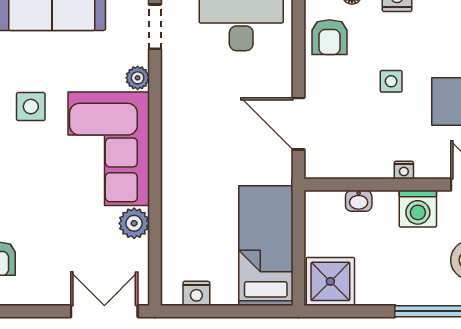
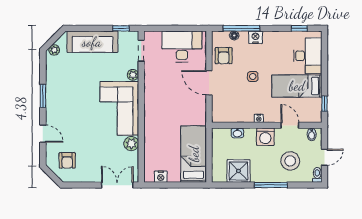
side table: (31, 107) -> (82, 88), removed
door: (298, 124) -> (209, 83), moved
shower: (330, 281) -> (239, 171), moved

